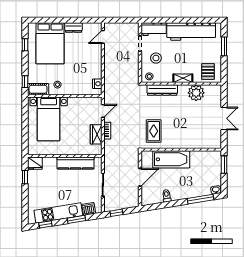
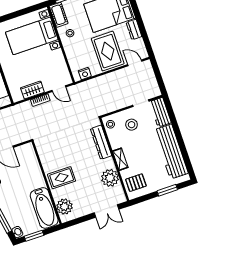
rug: (84, 57) -> (108, 51), added
double door: (224, 118) -> (106, 211), moved
rug: (154, 131) -> (62, 178), moved
plant: (208, 141) -> (64, 207), added
bathtub: (171, 159) -> (44, 208), moved
window: (224, 165) -> (34, 236), moved

